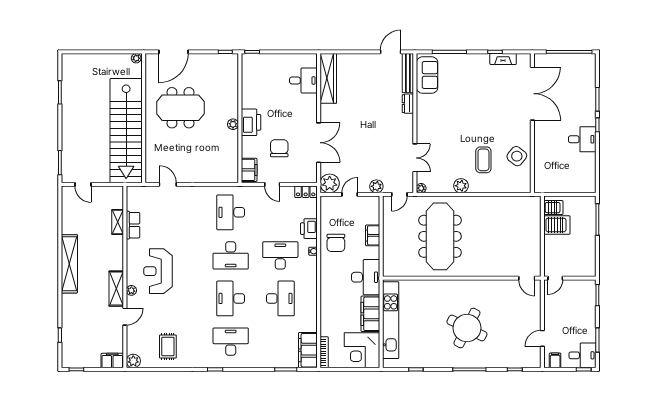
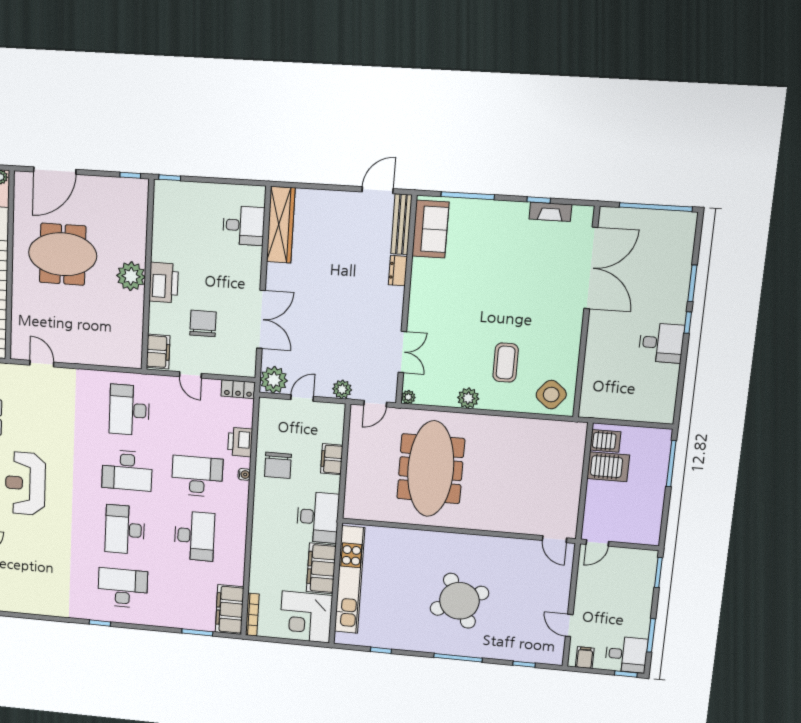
plant: (233, 124) -> (131, 276), width x1.88, depth x1.88
side table: (517, 156) -> (551, 395), moved
round table: (467, 328) -> (459, 601), turned 37
door: (542, 338) -> (569, 625), hinge flipped
rug: (168, 346) -> (36, 586), removed

